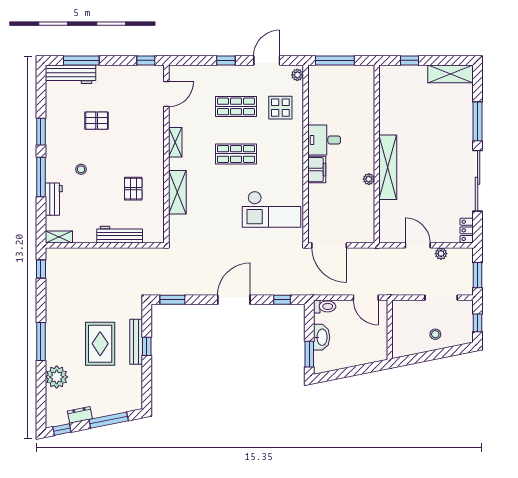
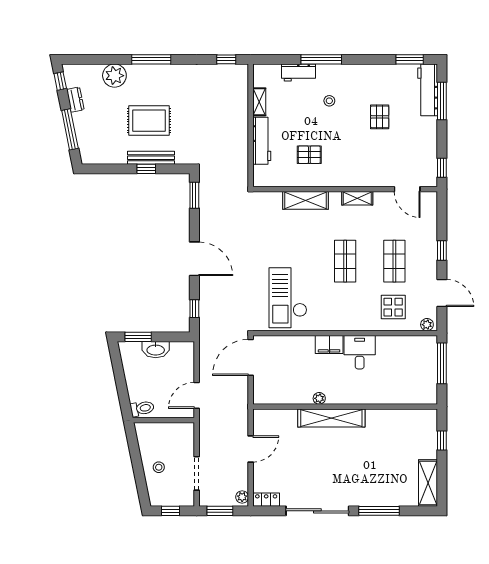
window: (41, 132) -> (410, 59), moved
shelving: (59, 237) -> (259, 102), moved
plant: (441, 254) -> (242, 497), moved
toilet: (325, 306) -> (142, 408), moved, turned -101

